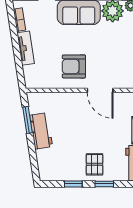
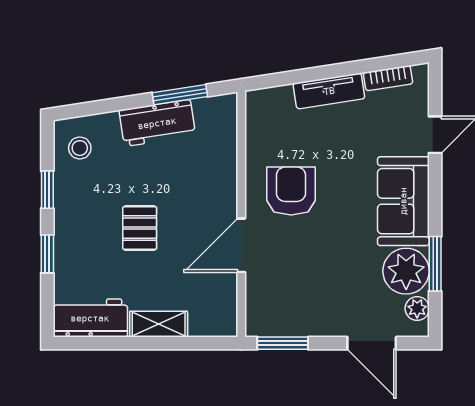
pallet: (95, 164) -> (140, 228), moved, turned 90
stool: (53, 168) -> (80, 148), added

